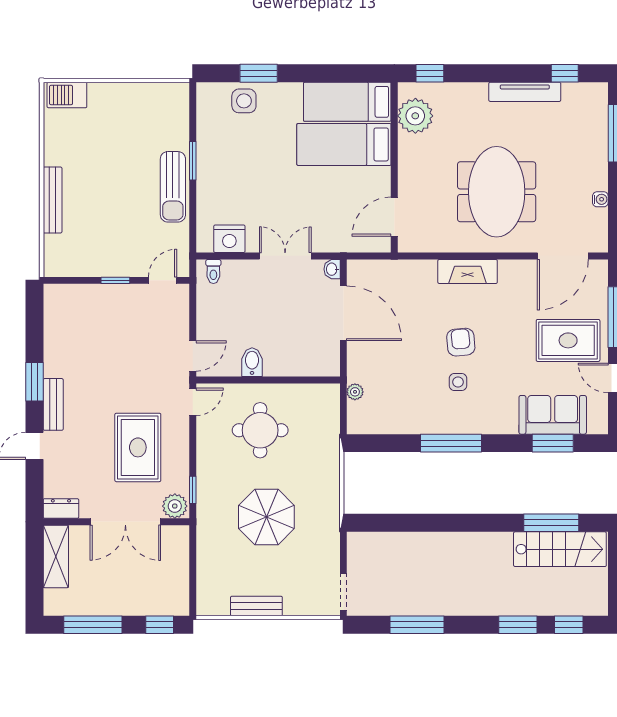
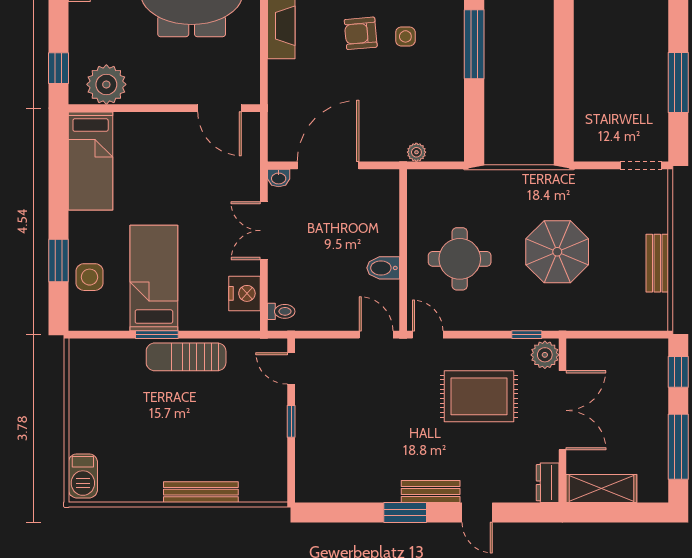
bed: (344, 144) -> (154, 278), moved, turned 180
sun lounger: (173, 187) -> (186, 357), turned 180

